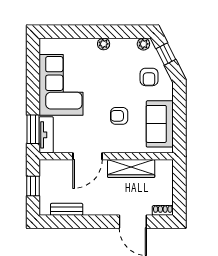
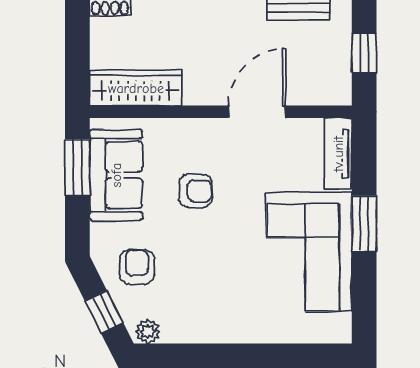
plant: (104, 44) -> (226, 332), removed
window: (179, 128) -> (77, 167), added
window: (33, 129) -> (364, 223), moved
wardrobe: (131, 168) -> (136, 88), moved

